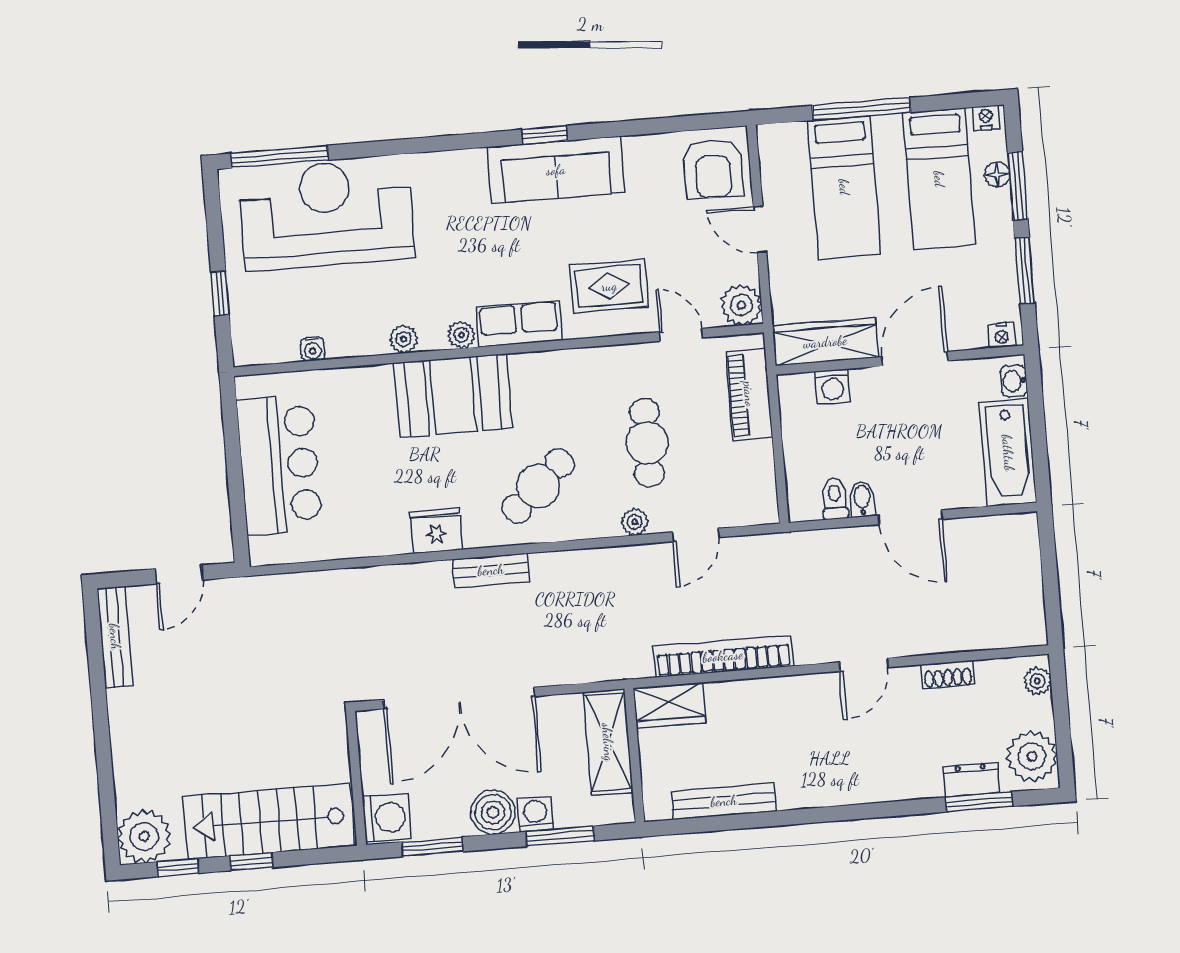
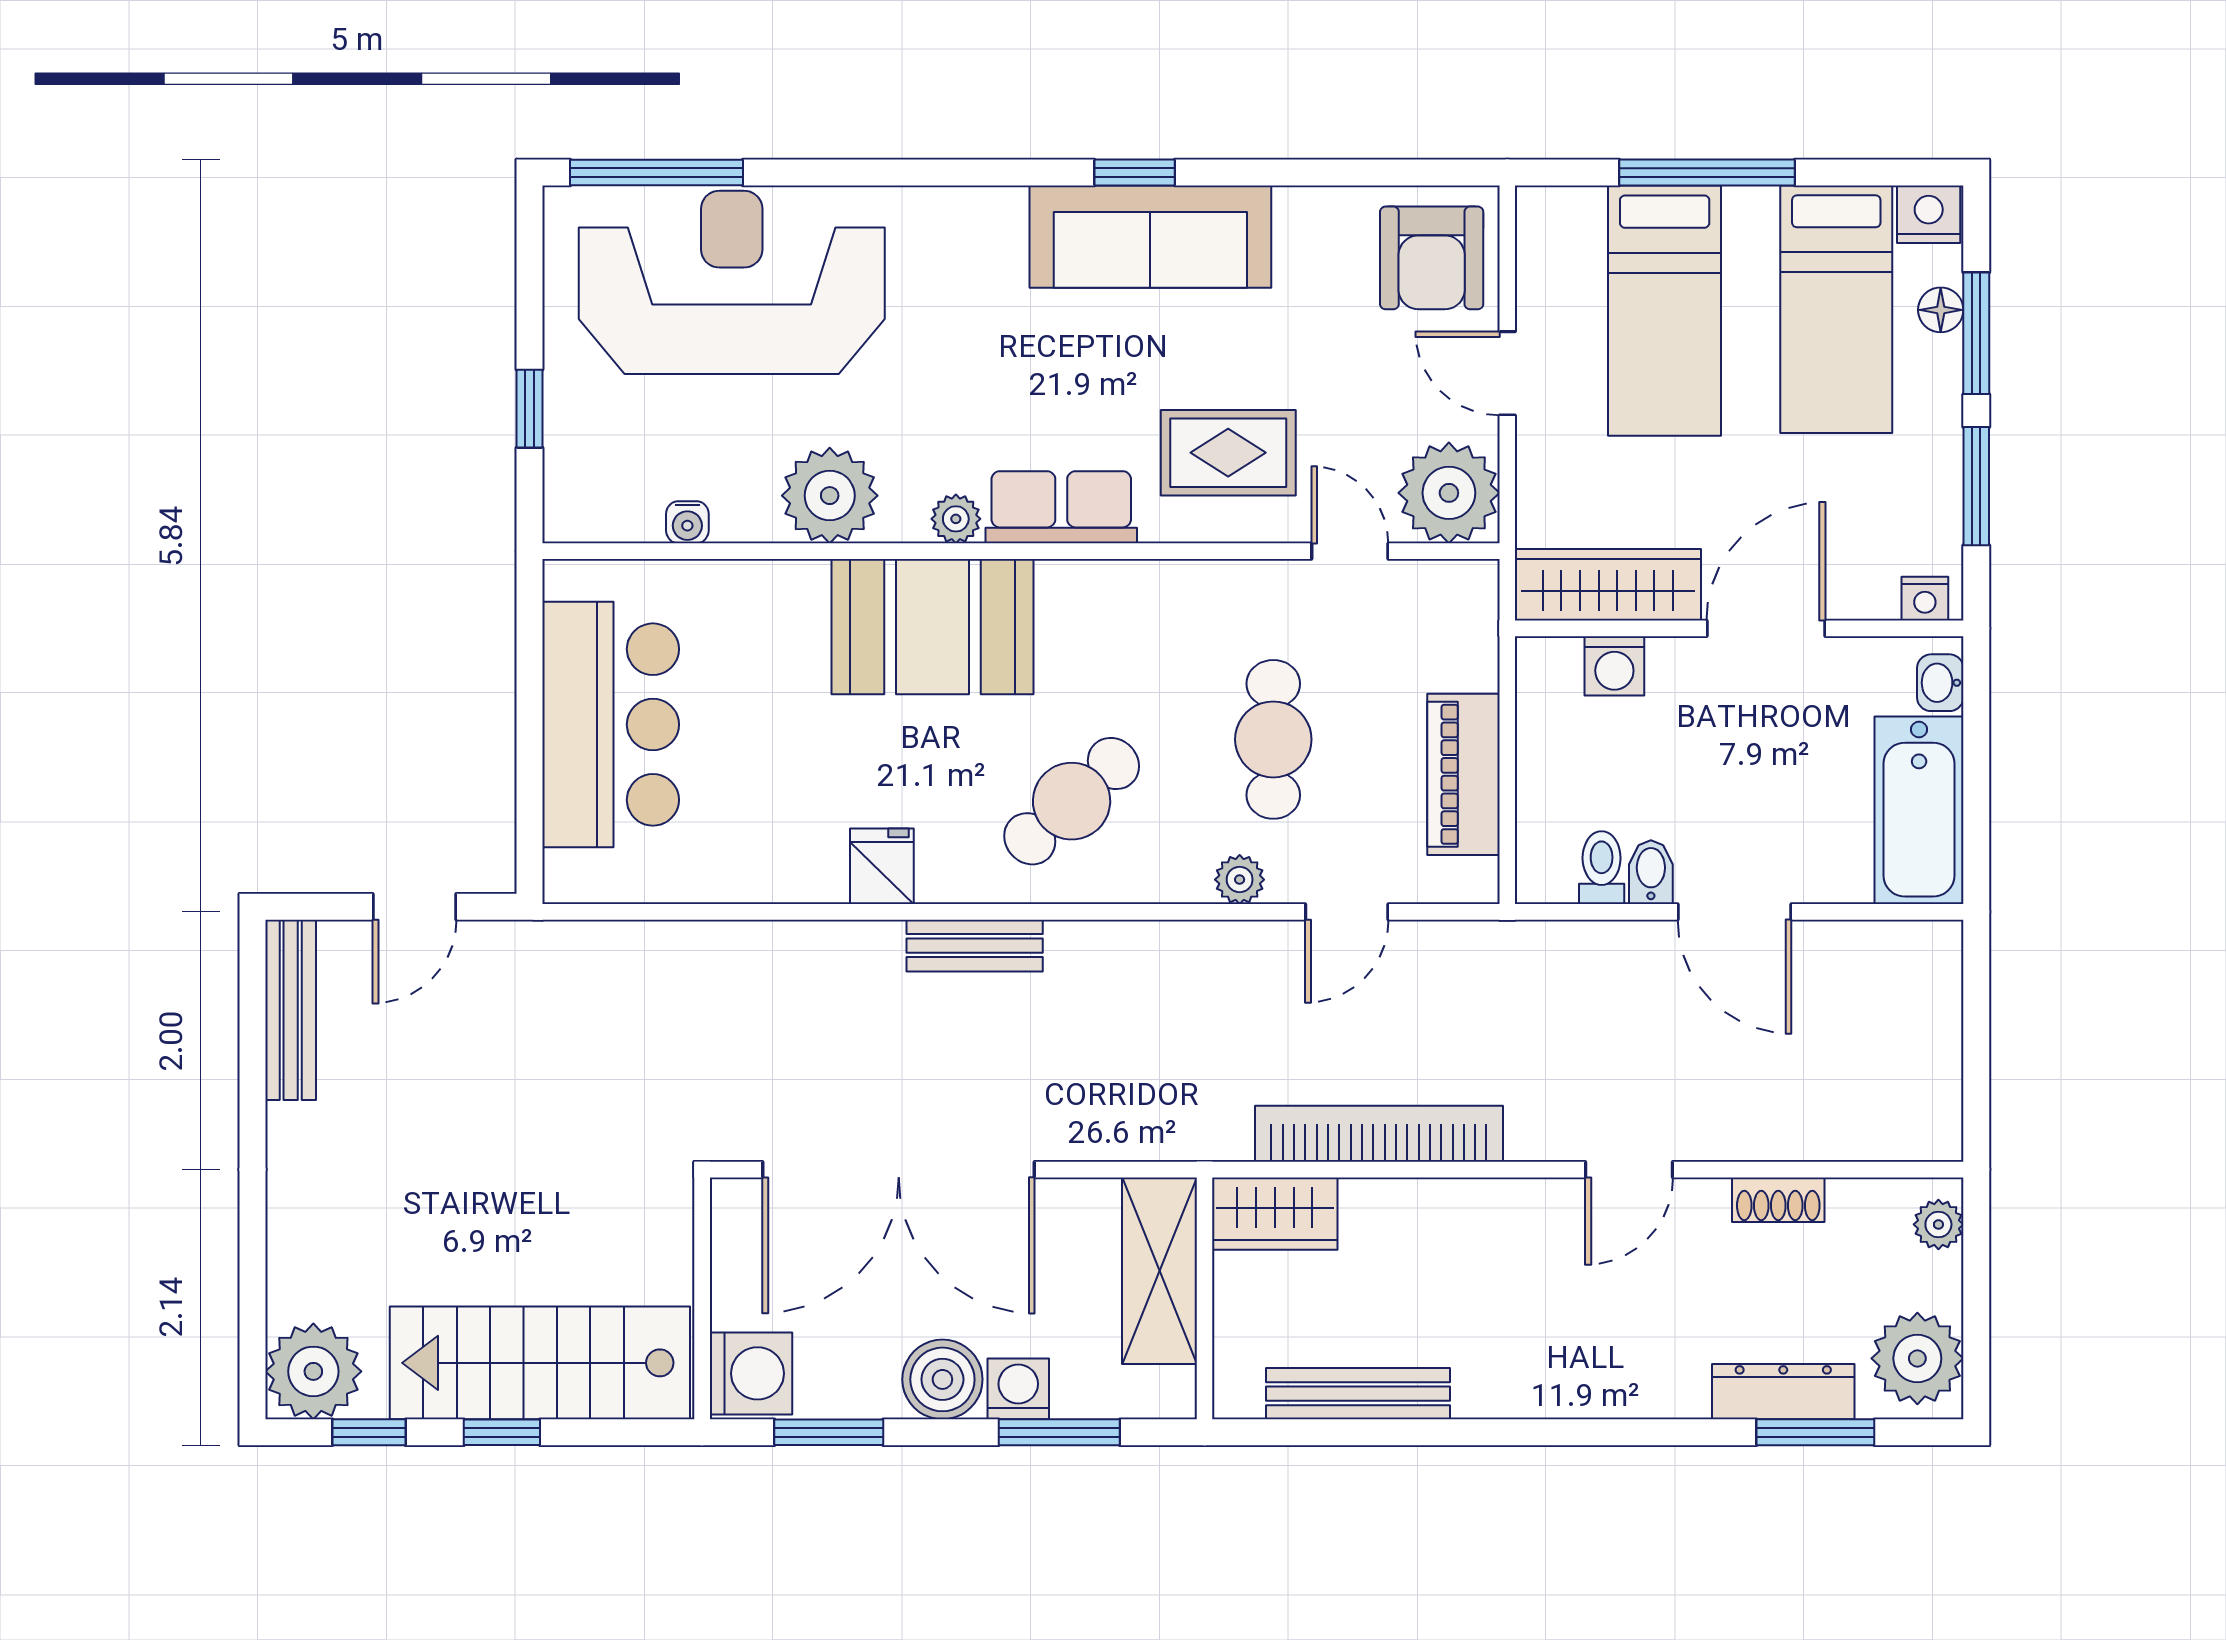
nightstand: (986, 118) -> (1929, 214), width x1.39, depth x1.35
plant: (741, 305) -> (1449, 493), width x1.36, depth x1.36
plant: (404, 339) -> (830, 496), width x1.88, depth x1.88
piano: (749, 394) -> (1463, 774), moved
fridge: (436, 531) -> (882, 866), width x0.72
dresser: (971, 780) -> (1783, 1392), width x1.44

